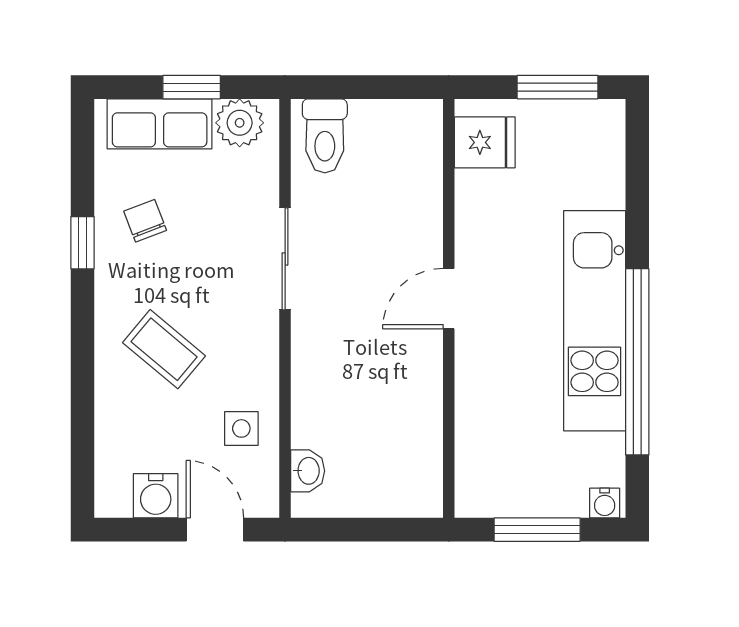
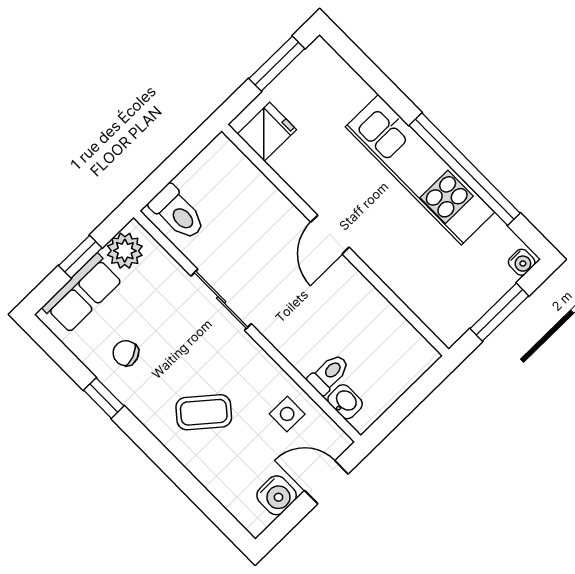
toilet: (318, 429) -> (329, 374), added

